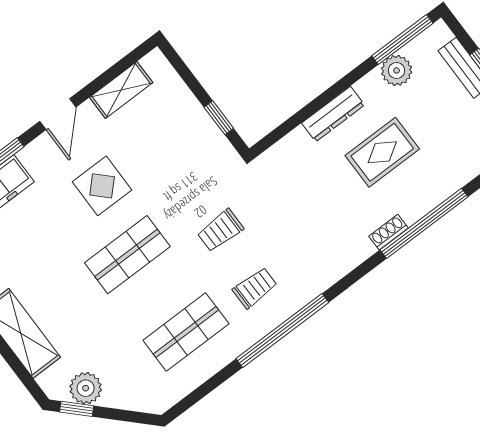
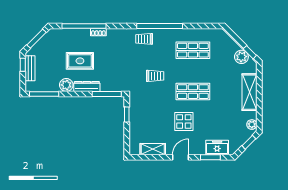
plant: (397, 70) -> (66, 85), moved
window: (285, 128) -> (107, 94), added
trolley: (255, 288) -> (144, 39), moved

